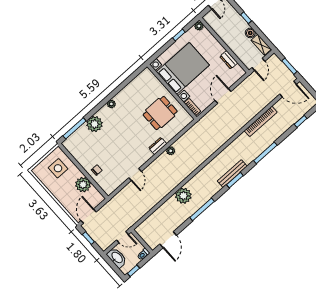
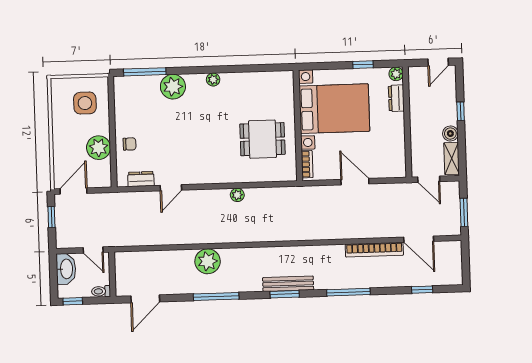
dresser: (229, 60) -> (396, 98), moved
door: (258, 64) -> (429, 179), hinge flipped
door: (288, 89) -> (419, 239), moved
door: (223, 96) -> (355, 182), hinge flipped
dresser: (158, 146) -> (141, 179), moved

